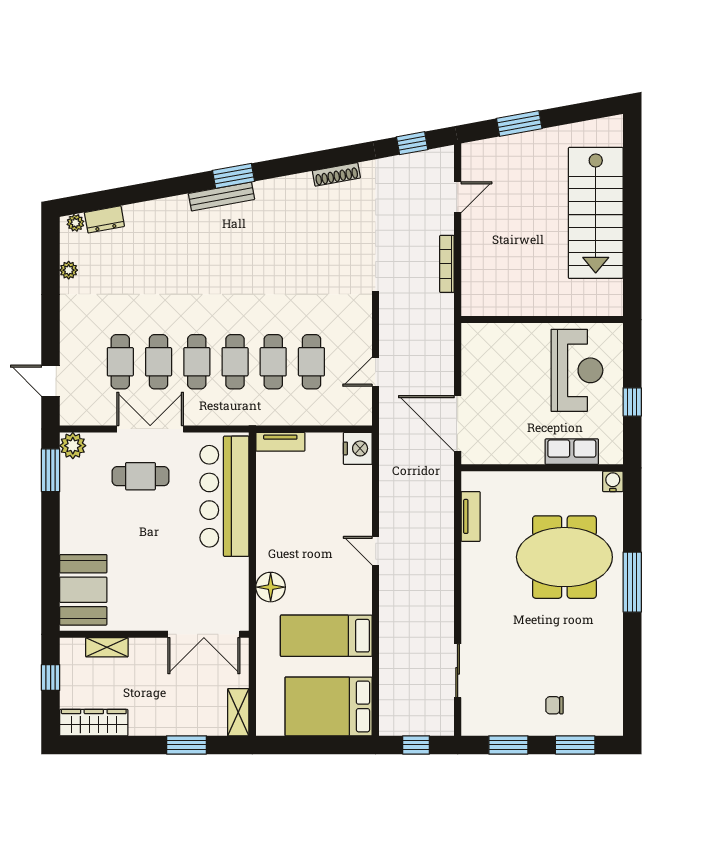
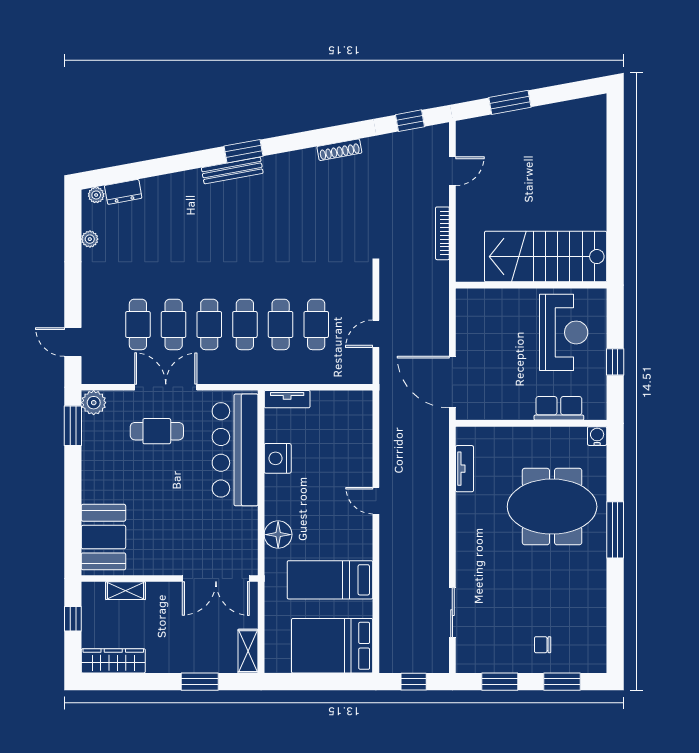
stairs: (596, 213) -> (546, 257), moved, turned 90
nightstand: (358, 448) -> (278, 458), moved, turned 180

